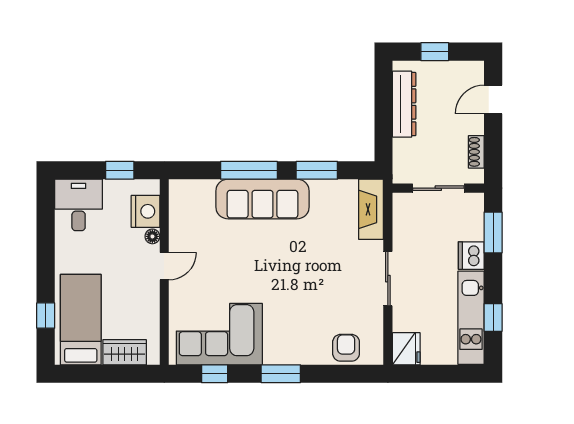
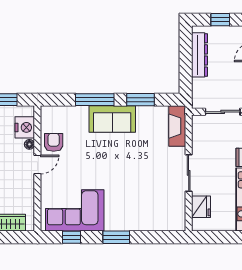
sofa: (262, 199) -> (112, 119), width x0.73
armchair: (346, 348) -> (54, 142), moved
fridge: (406, 349) -> (201, 207), moved

